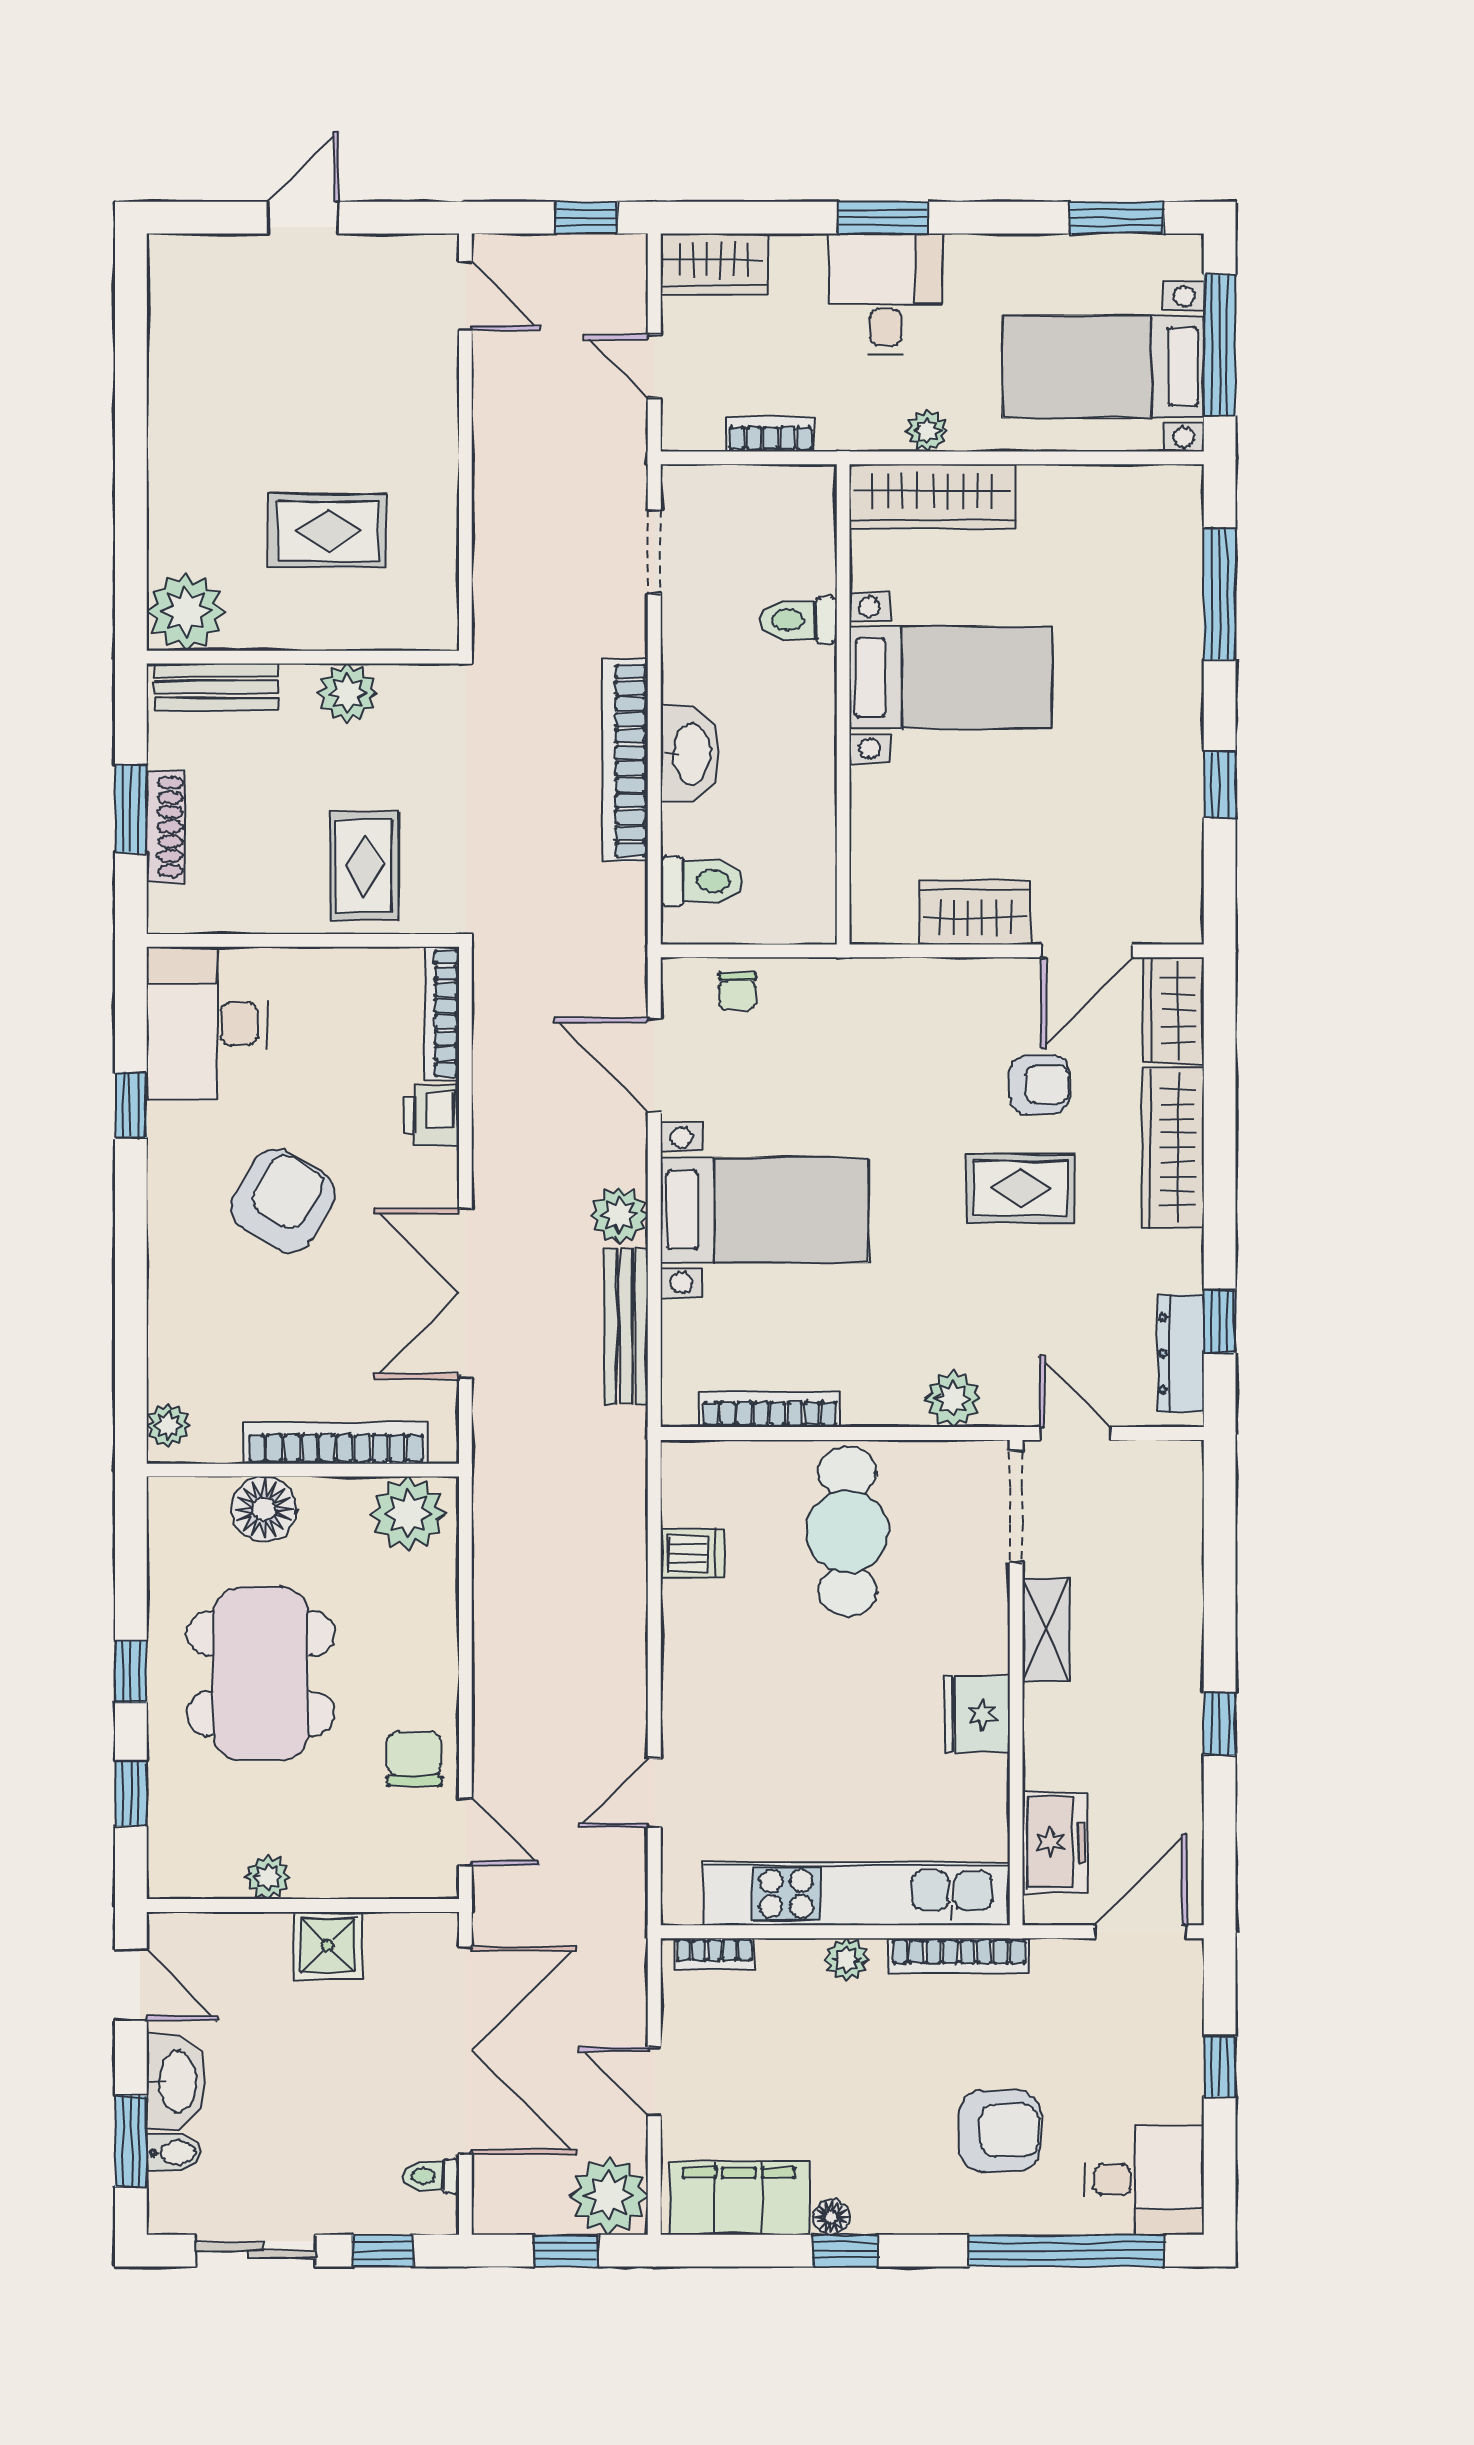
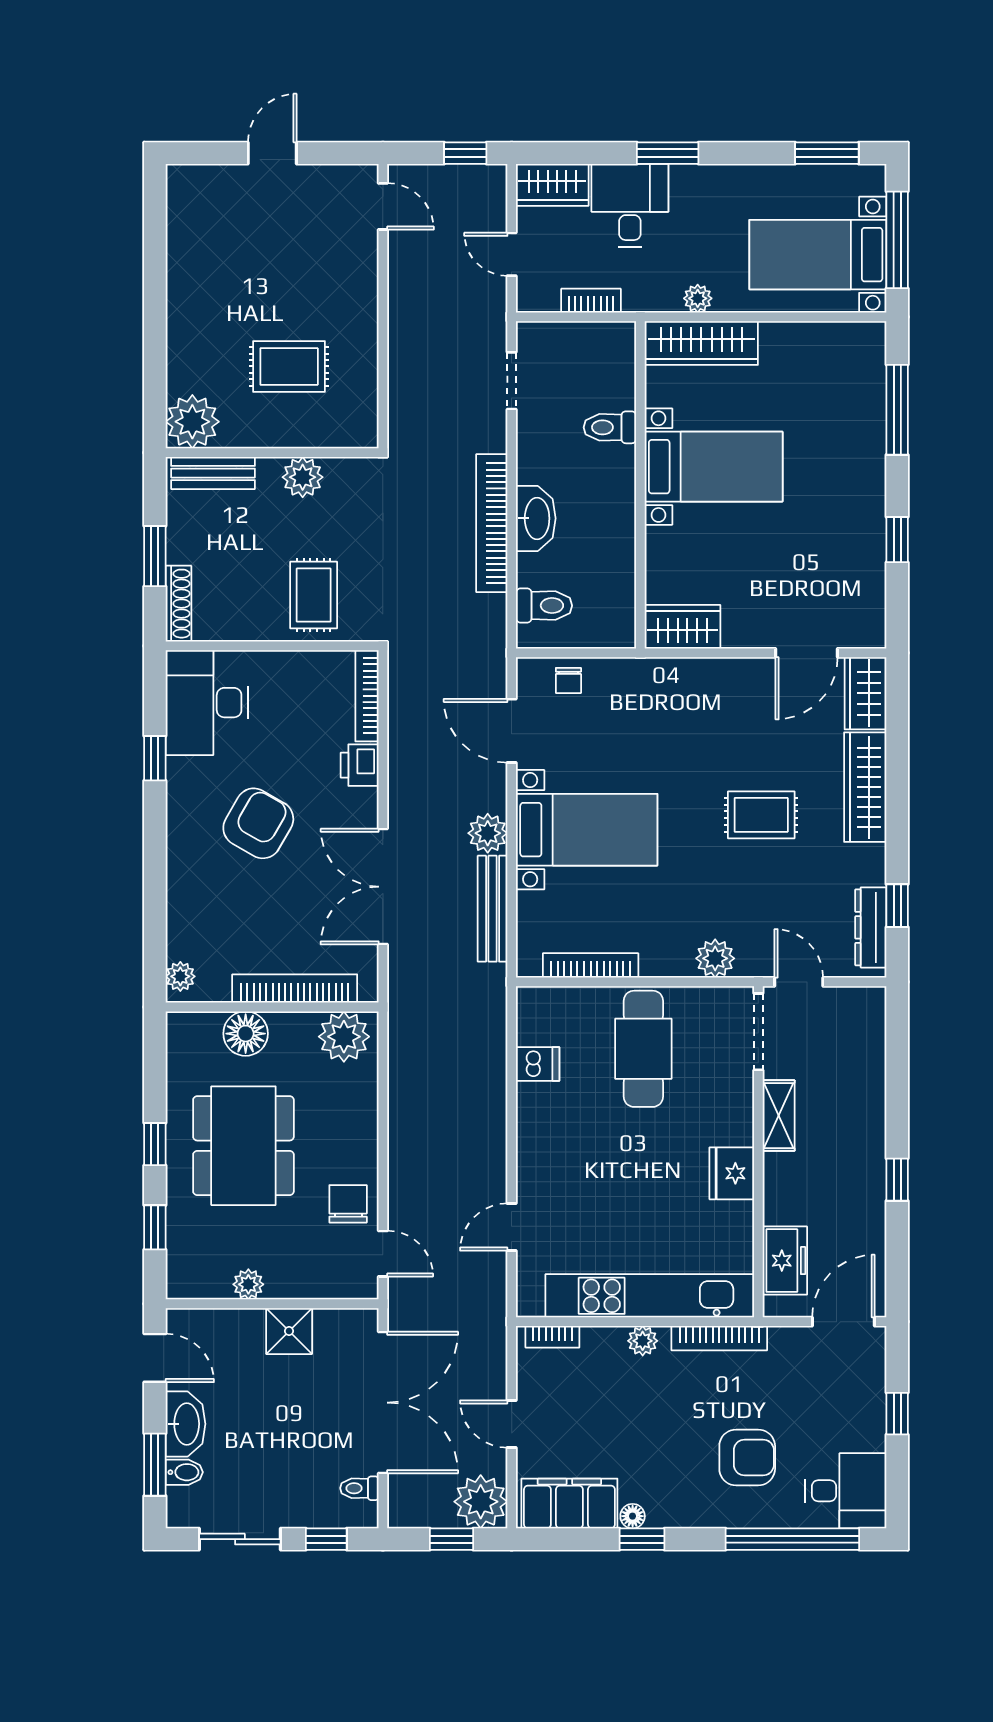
desk: (886, 294) -> (630, 205), moved
shoe rack: (165, 827) -> (178, 604), moved
wardrobe: (975, 912) -> (683, 627), moved
armchair: (1040, 1085) -> (775, 744), removed

